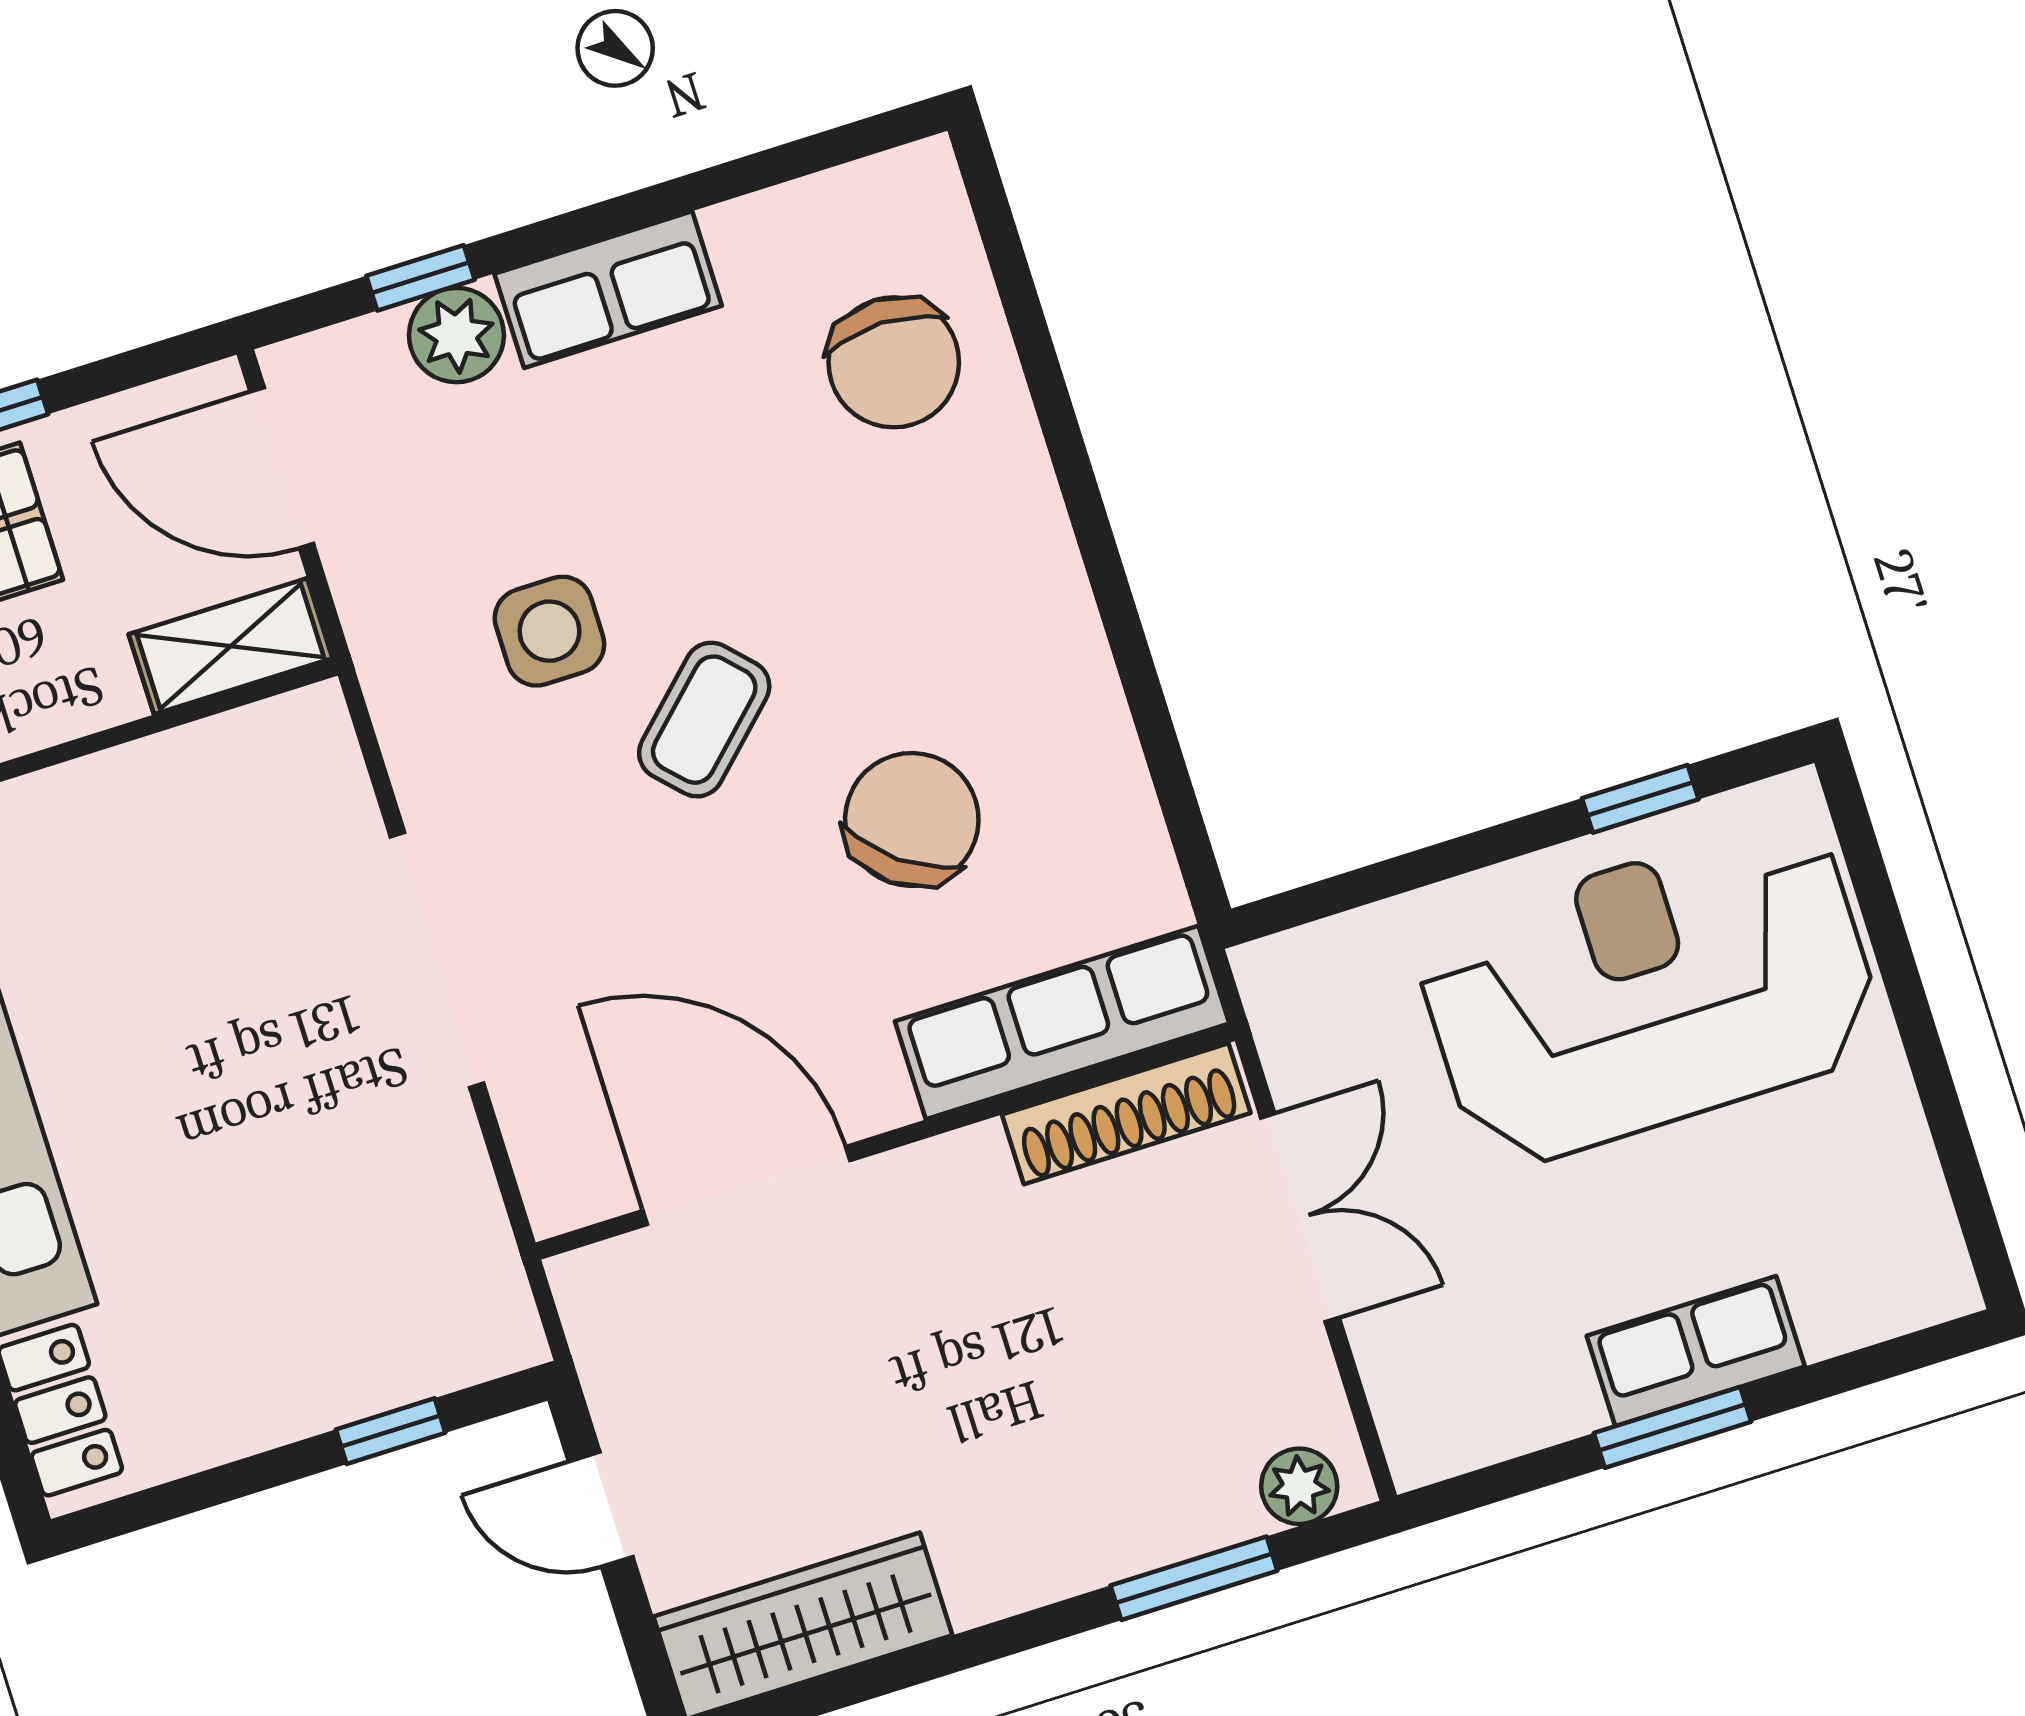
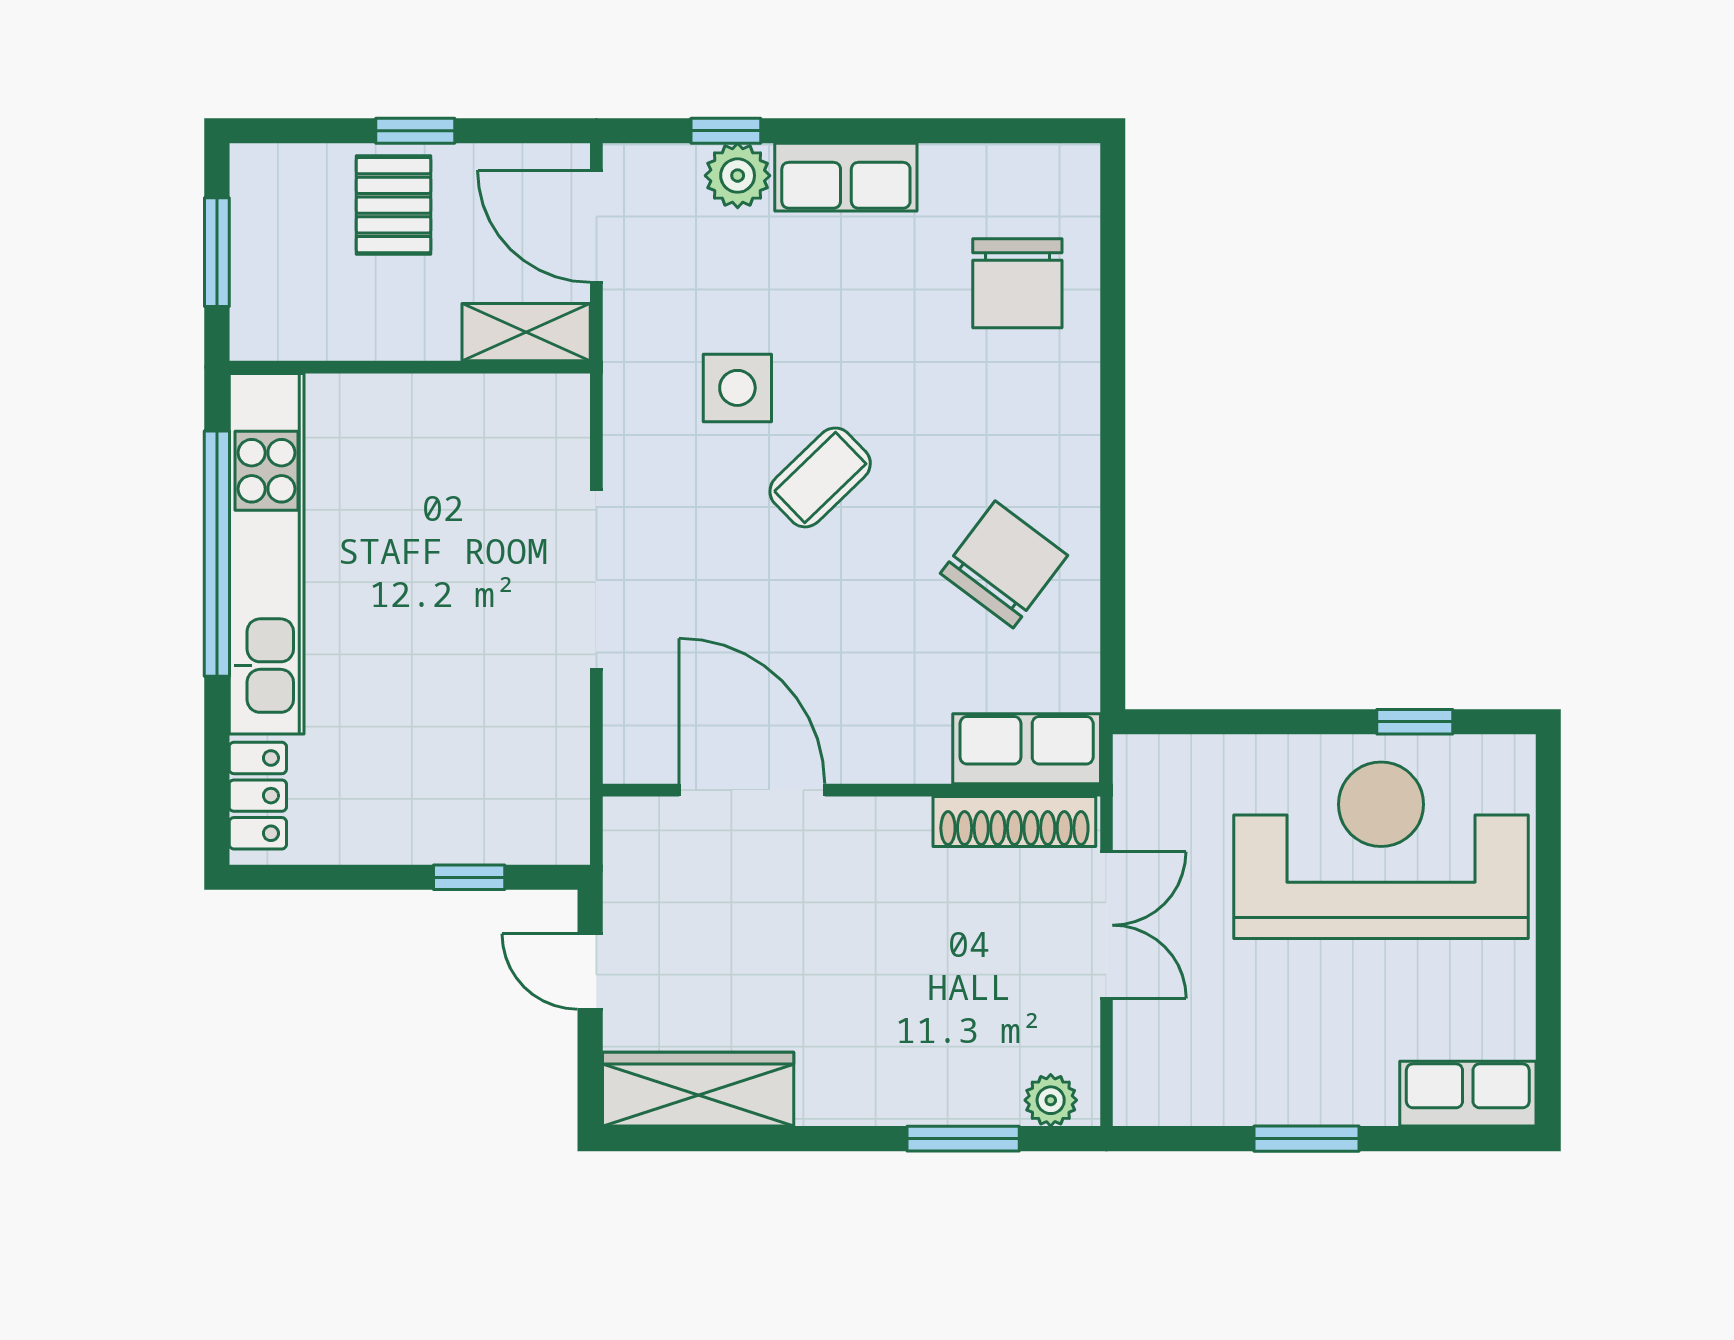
chair: (912, 819) -> (1004, 564), moved
row of seats: (1062, 1022) -> (1027, 749), width x0.68
row of seats: (1696, 1351) -> (1468, 1094), moved

